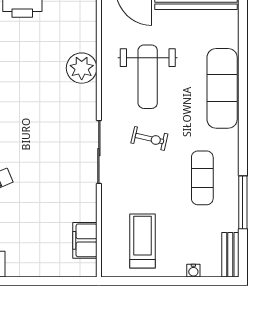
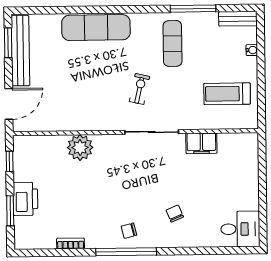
weight bench: (148, 77) -> (87, 91), removed
exercise mat: (202, 178) -> (173, 43), turned 90
filing cabinet: (85, 240) -> (201, 143), moved

